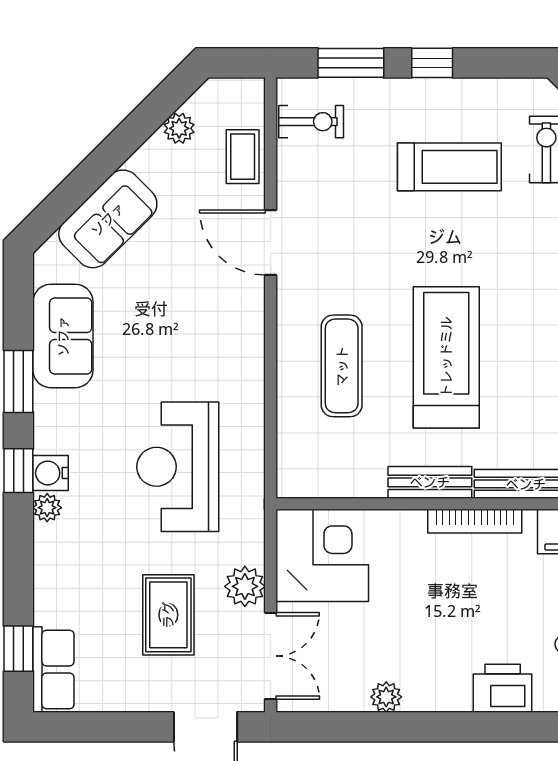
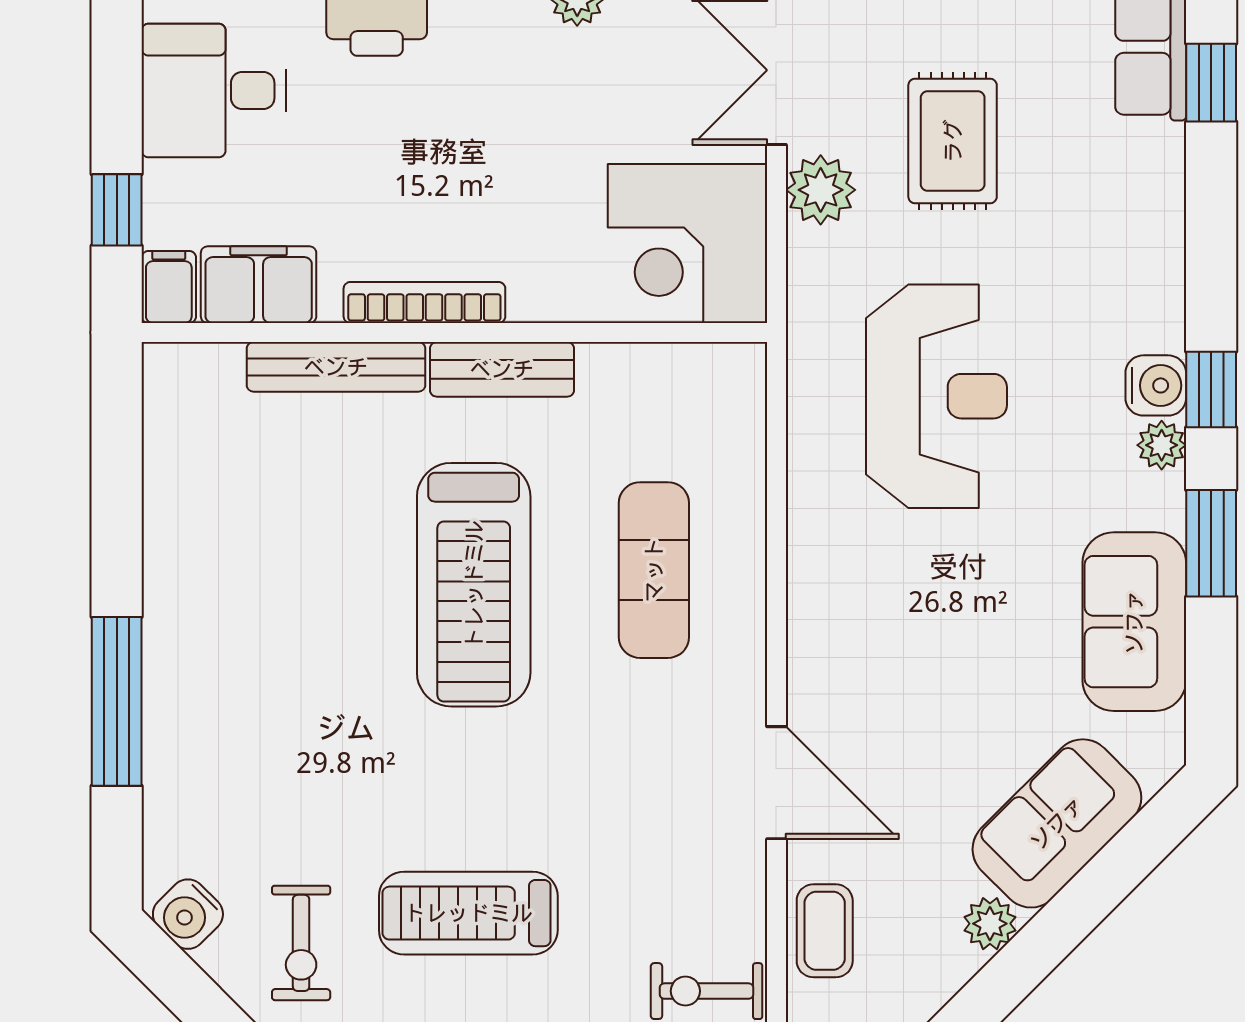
plant: (179, 128) -> (990, 924), moved
plant: (47, 508) -> (1162, 445), moved

